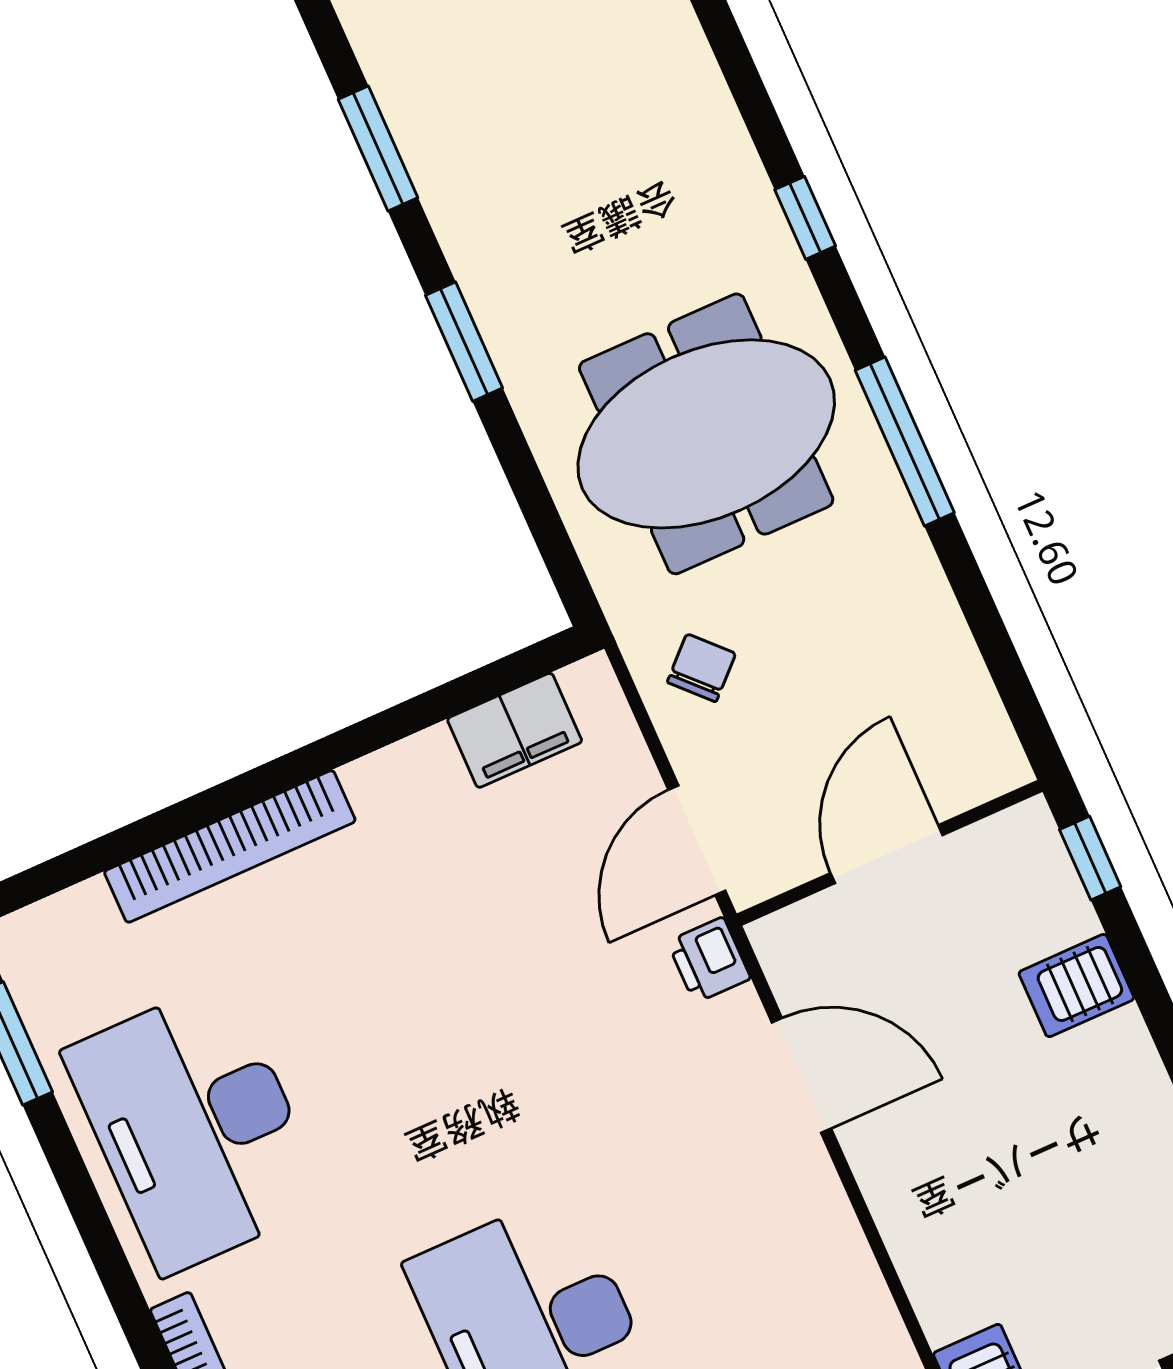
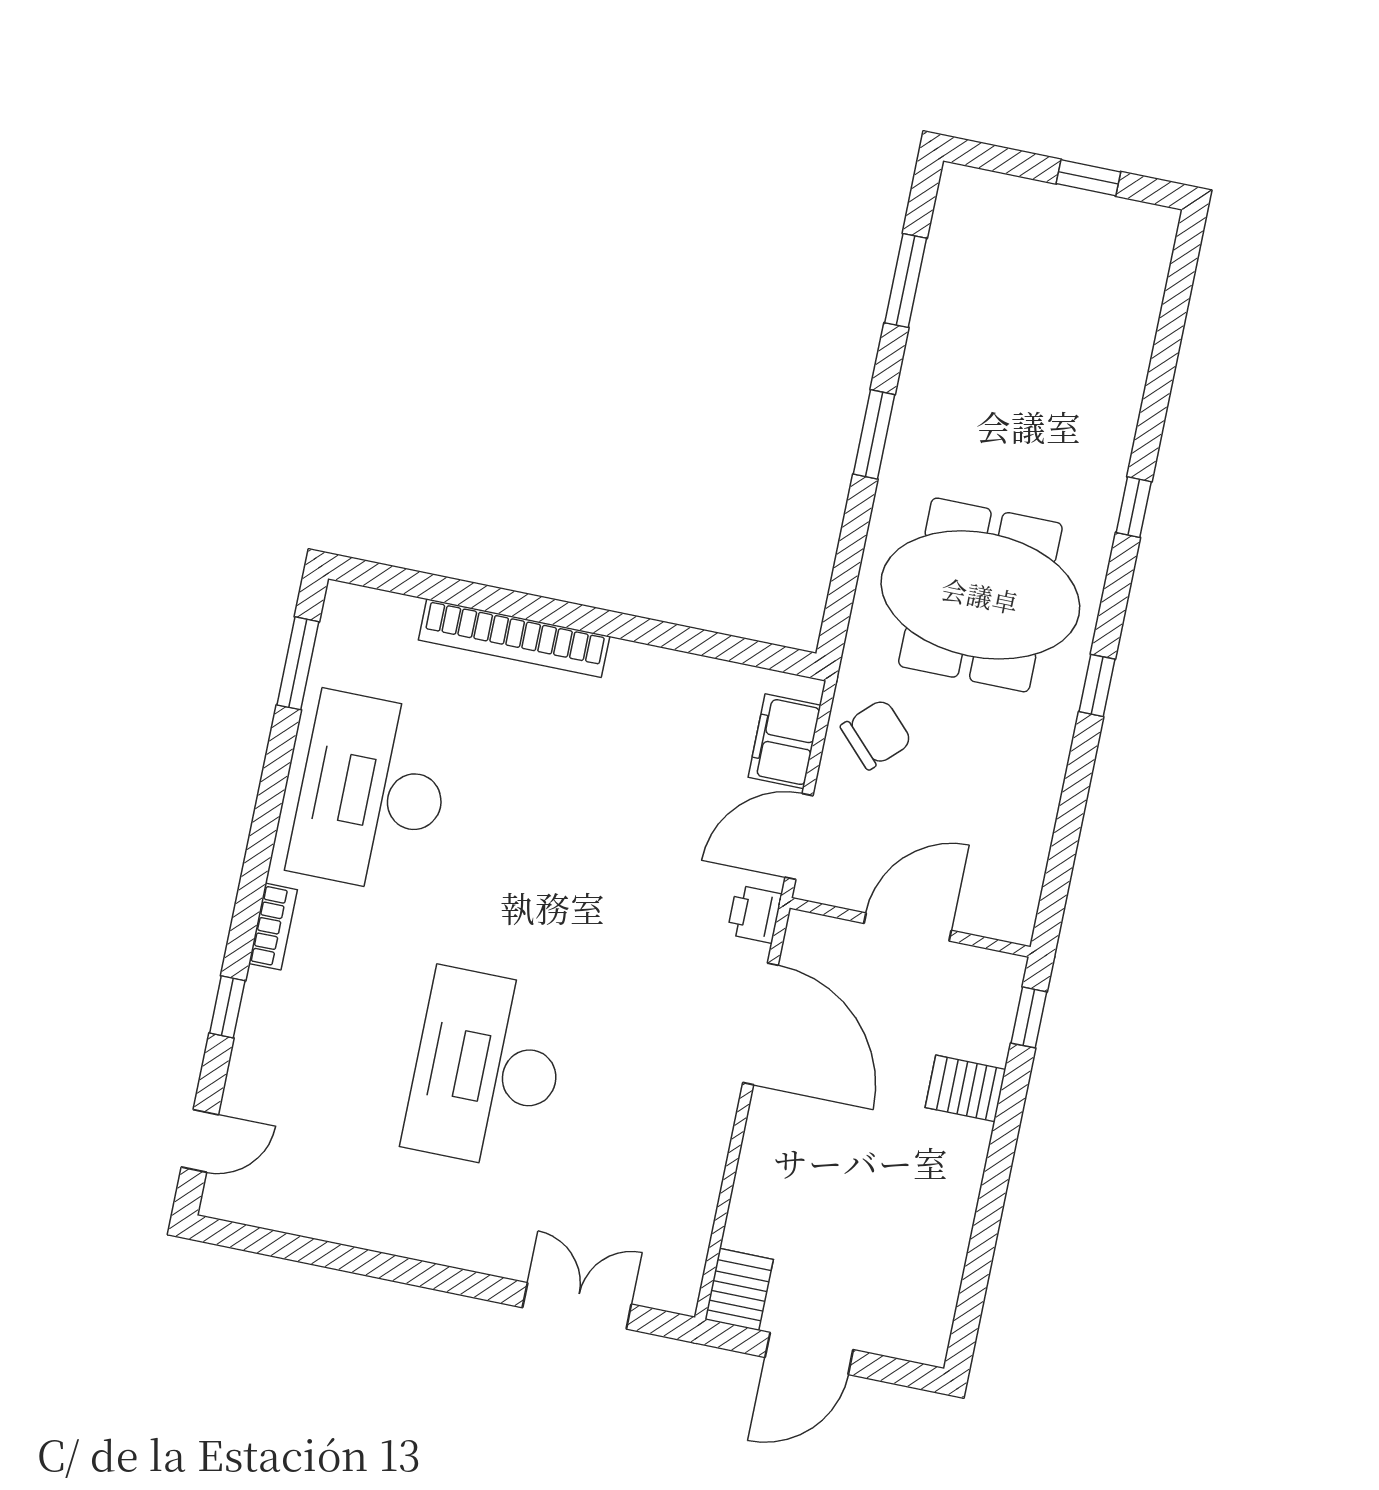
window: (905, 442) -> (1097, 685), width x0.46
chair: (701, 668) -> (876, 734), width x1.37, depth x1.37
filing cabinet: (515, 730) -> (784, 741), moved, turned 90
door: (802, 1075) -> (761, 1024), width x1.36

